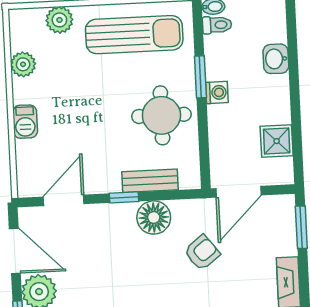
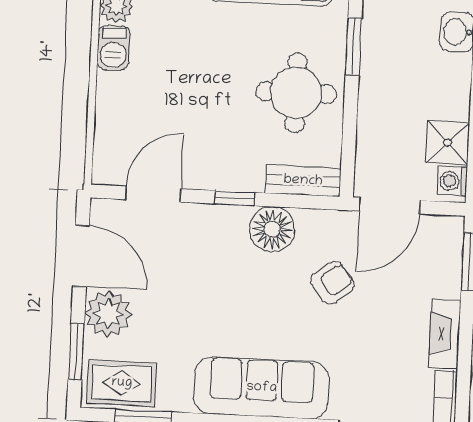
washing machine: (217, 92) -> (452, 181), moved, turned 180
barbecue: (25, 122) -> (114, 48), moved
bench: (150, 181) -> (303, 181), moved

